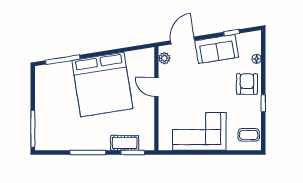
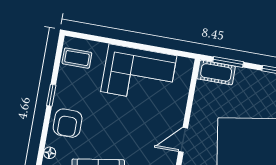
door: (156, 87) -> (183, 140), swing flipped
cot: (125, 143) -> (216, 72), moved

